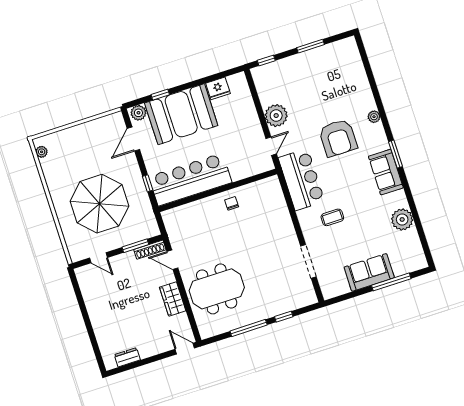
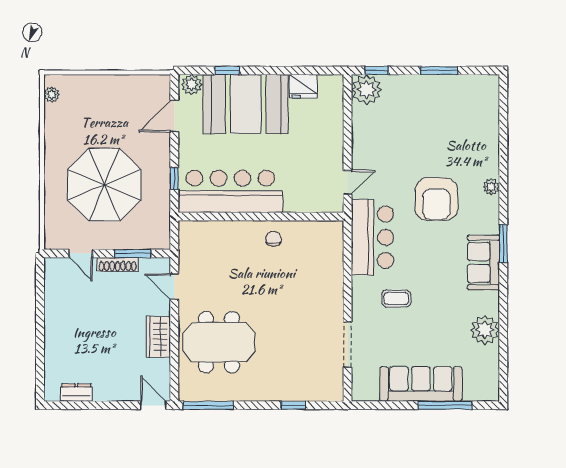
plant: (276, 116) -> (367, 90), moved
shoe rack: (150, 250) -> (118, 264), moved
sofa: (369, 272) -> (421, 384), width x1.36
window: (249, 328) -> (208, 405), moved

